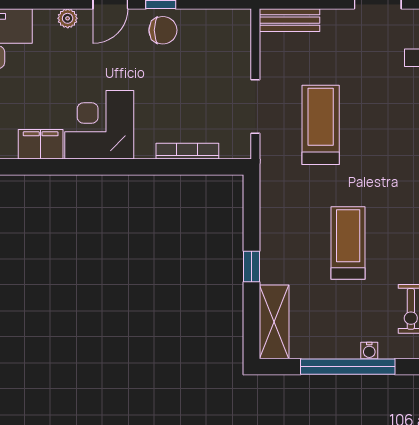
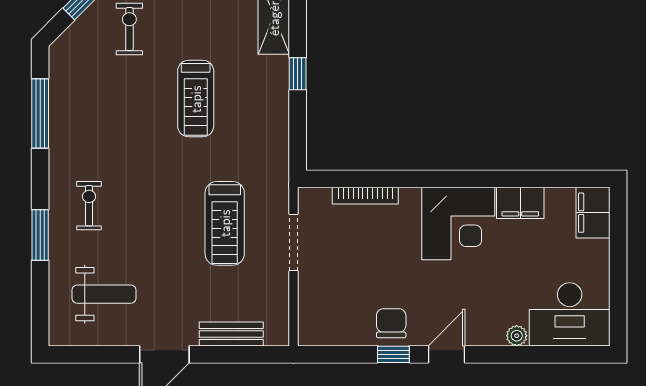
plant: (68, 18) -> (517, 336), moved
bench: (289, 20) -> (231, 334), moved
chair: (163, 30) -> (391, 323), turned 90

